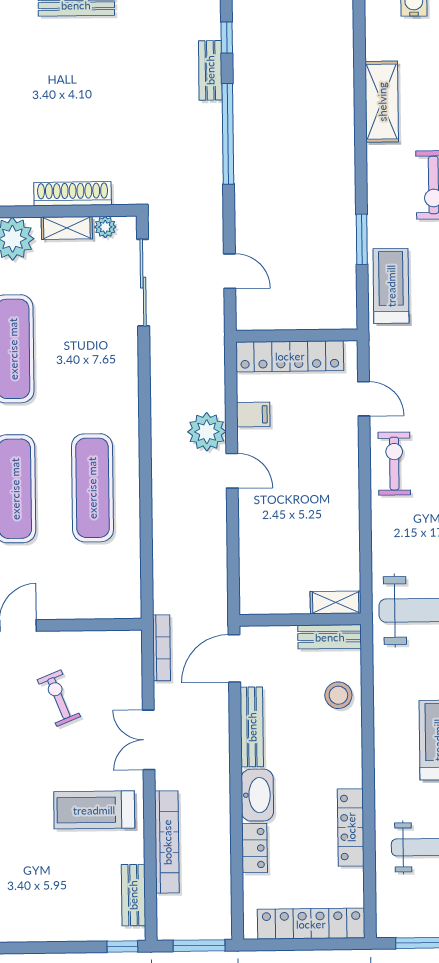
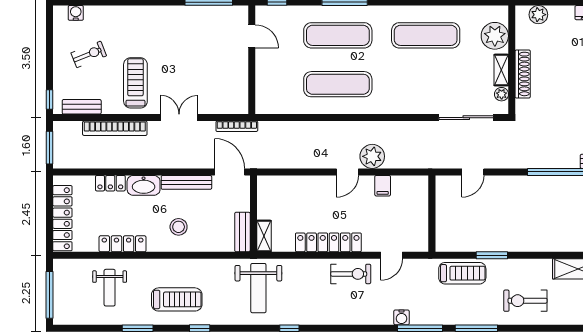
locker: (290, 356) -> (328, 242), moved, turned 90
stool: (338, 695) -> (179, 227), moved
exercise bike: (59, 698) -> (89, 54), moved

